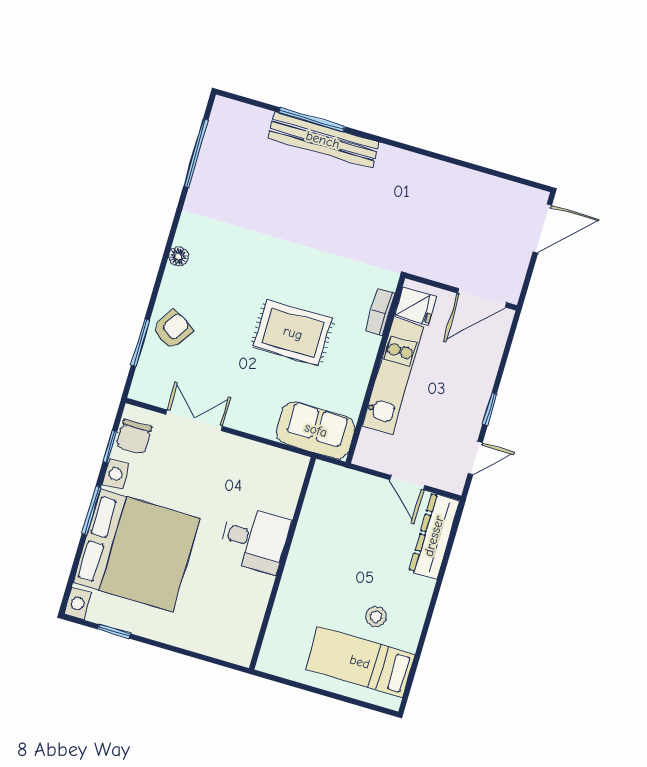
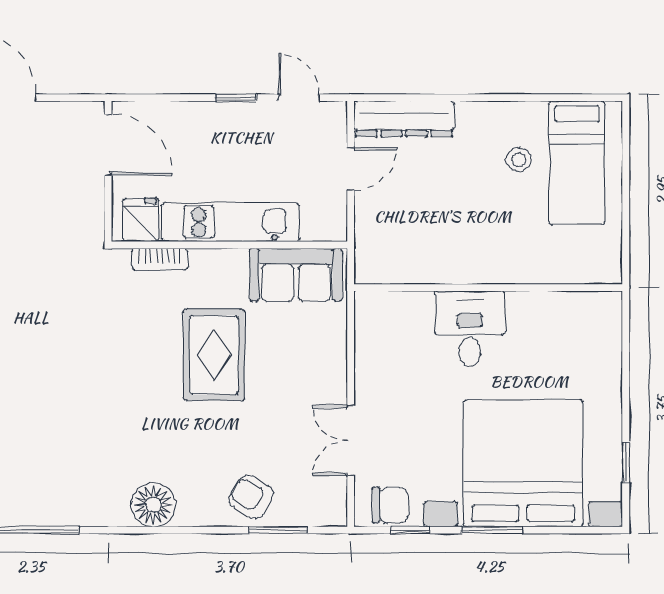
floor lamp: (178, 256) -> (153, 505), width x1.89, depth x1.89
sofa: (316, 430) -> (296, 275), moved, turned -90

